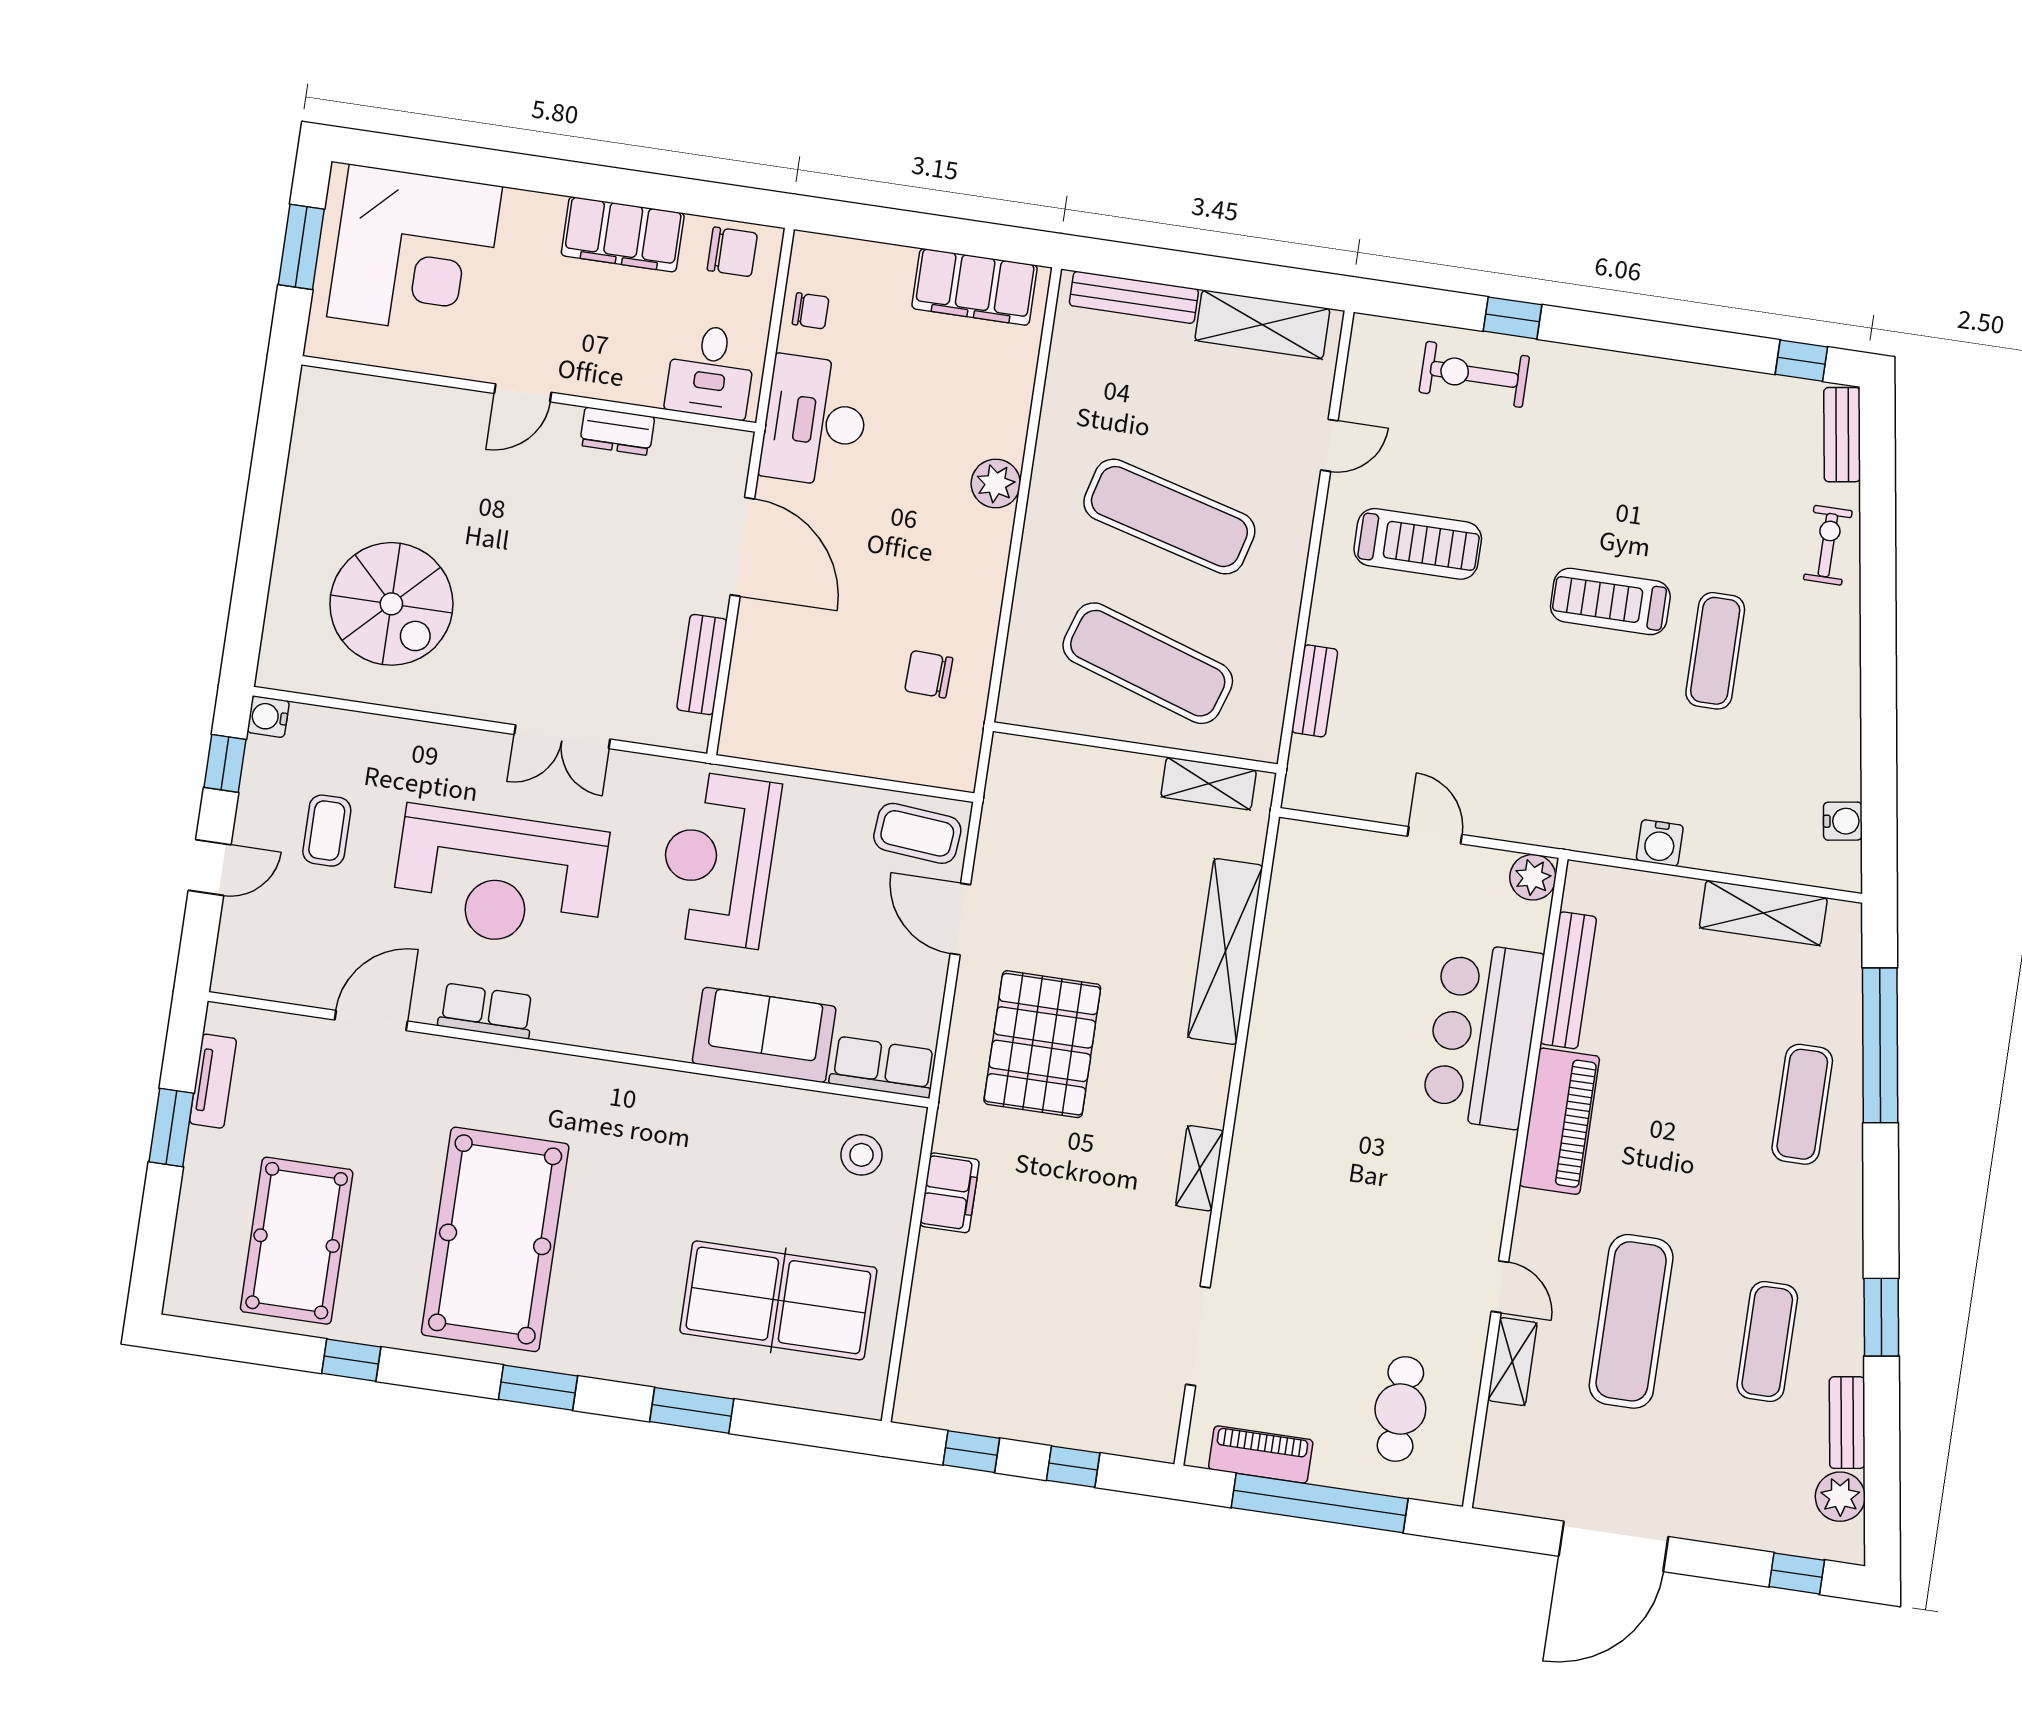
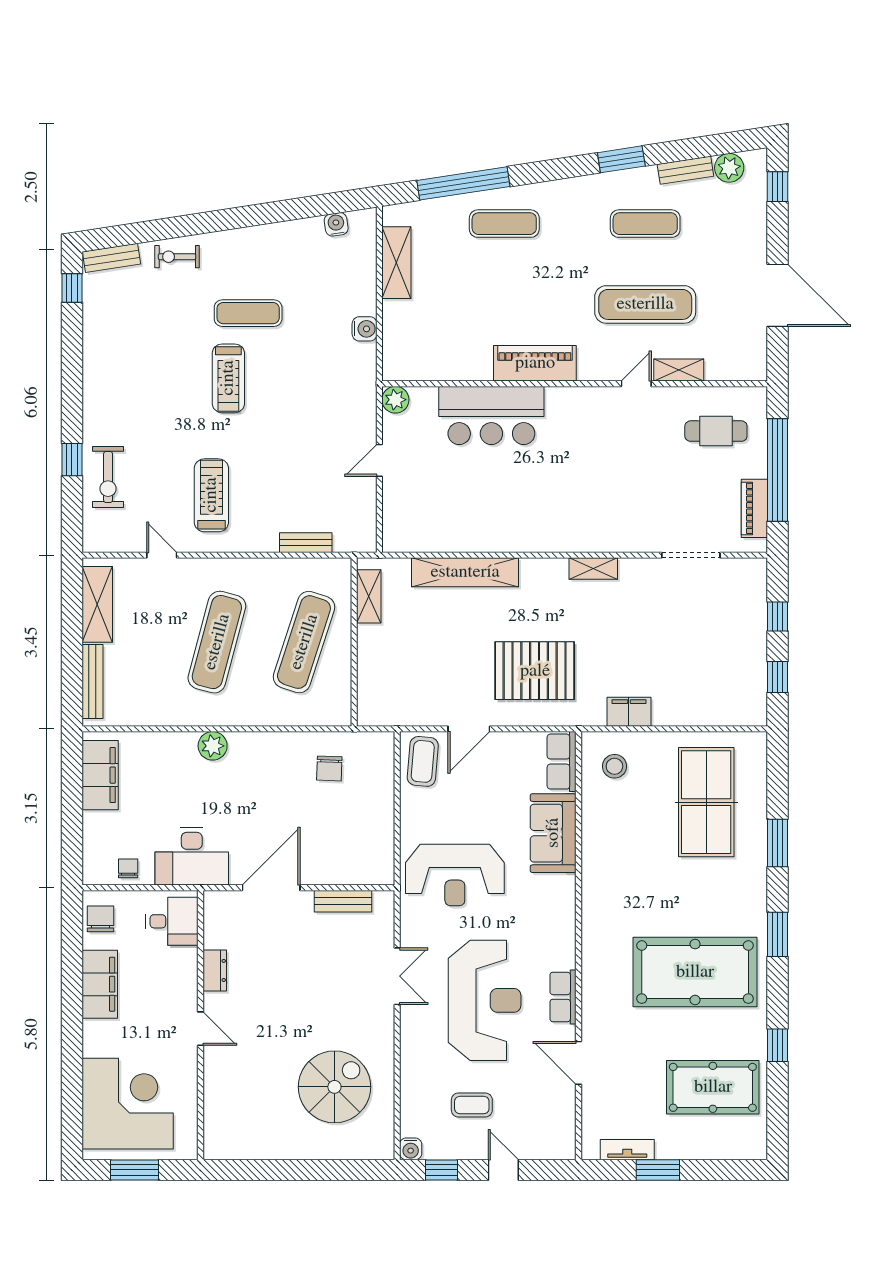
bench: (1568, 980) -> (452, 370), removed

